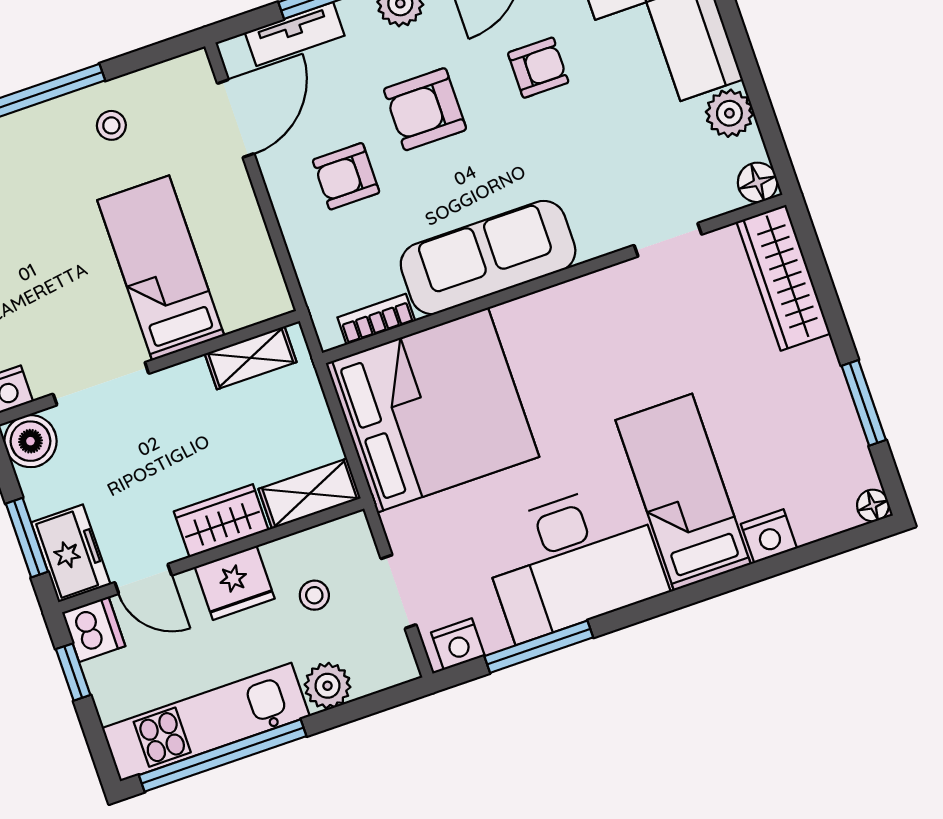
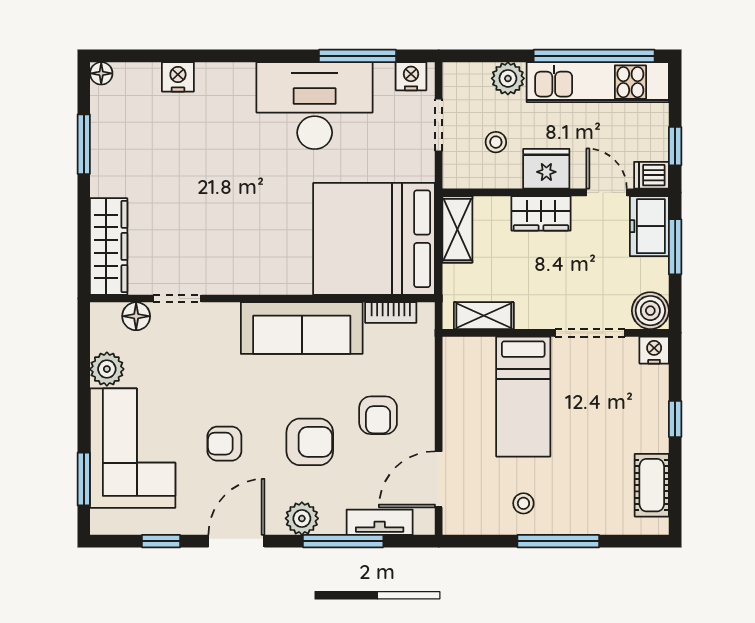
armchair: (346, 176) -> (378, 415), turned 90
floor lamp: (758, 182) -> (136, 316), moved
bed: (683, 492) -> (225, 126), removed
shelving: (310, 494) -> (457, 229), moved, turned 90
dishwasher: (94, 629) -> (651, 175), width x0.73

